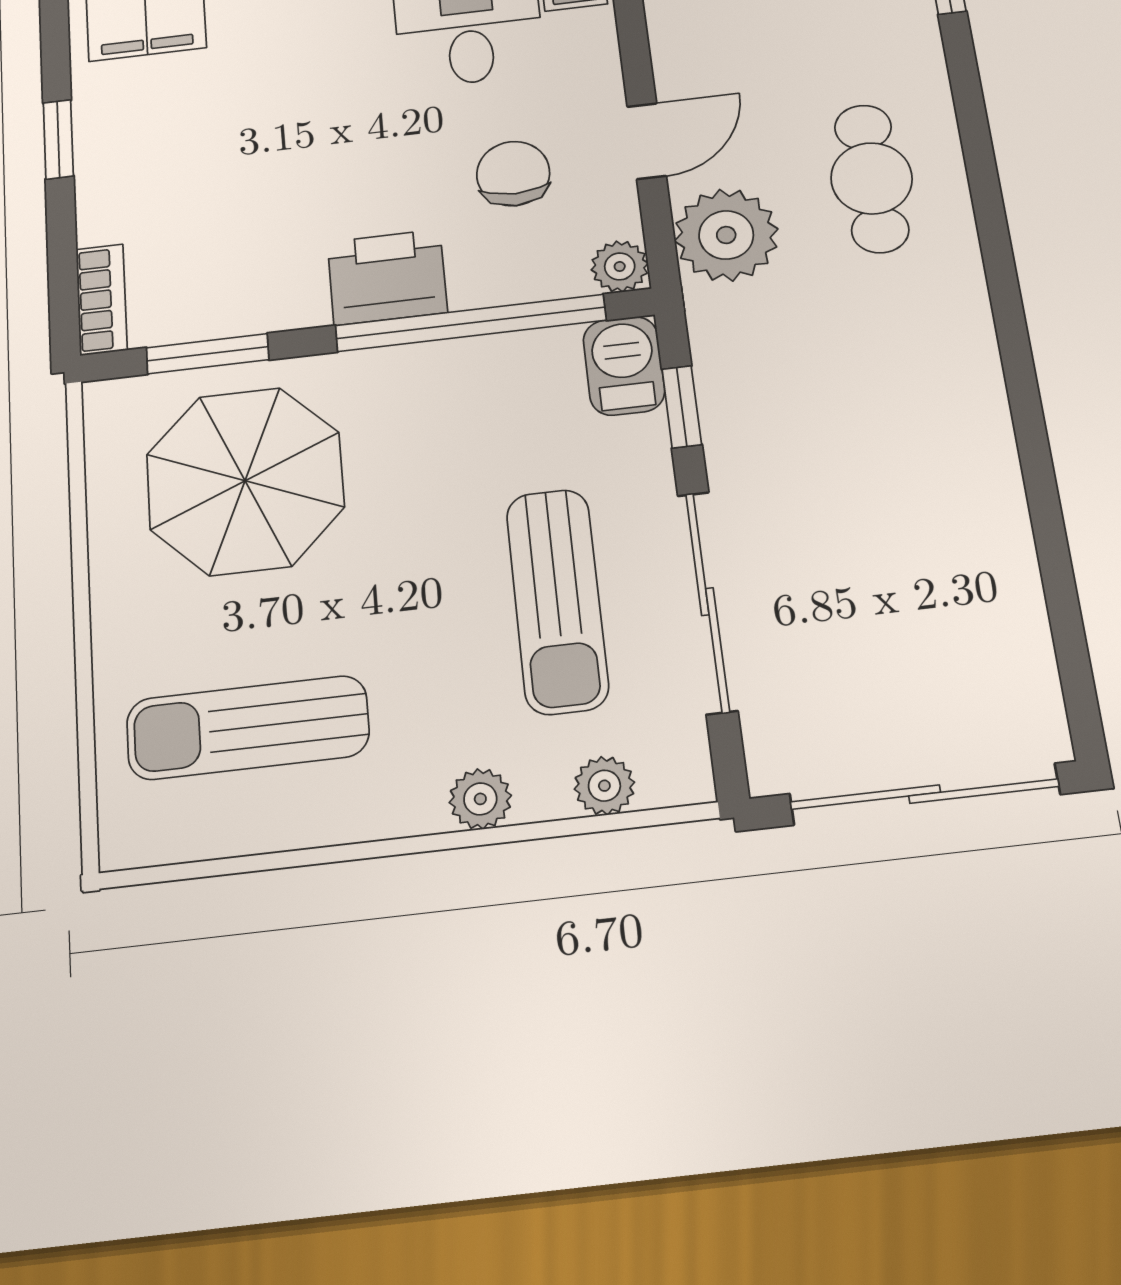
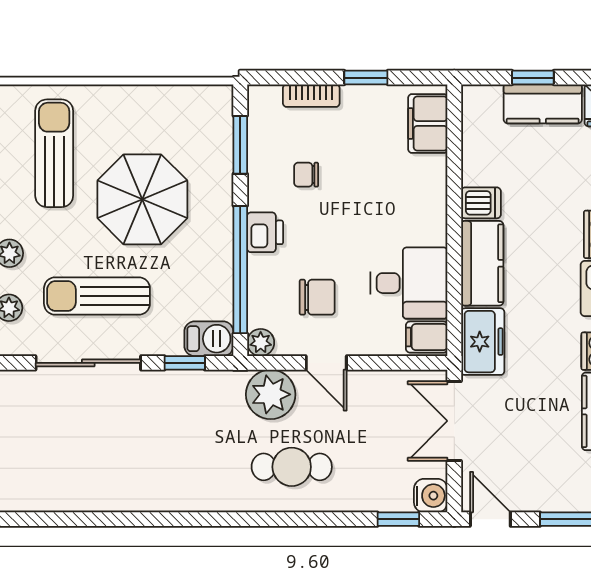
chair: (262, 223) -> (306, 175), added
printer: (387, 277) -> (265, 232), width x0.73, depth x0.81
bookcase: (102, 300) -> (311, 96), moved
parasol: (245, 481) -> (142, 199), moved

